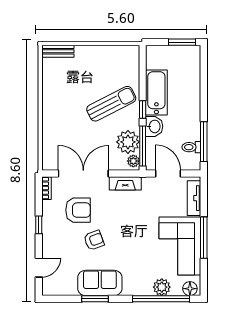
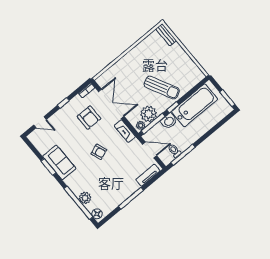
bathtub: (156, 92) -> (195, 105), width x1.36, depth x1.36
door: (168, 173) -> (150, 150), hinge flipped
armchair: (94, 240) -> (99, 152), moved
corner sofa: (180, 246) -> (116, 189), removed

